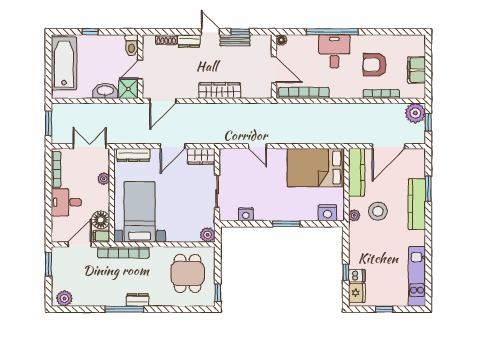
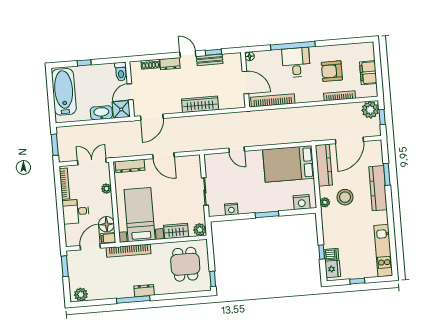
door: (173, 146) -> (163, 156), hinge flipped
wardrobe: (201, 156) -> (176, 231), moved, turned 180

